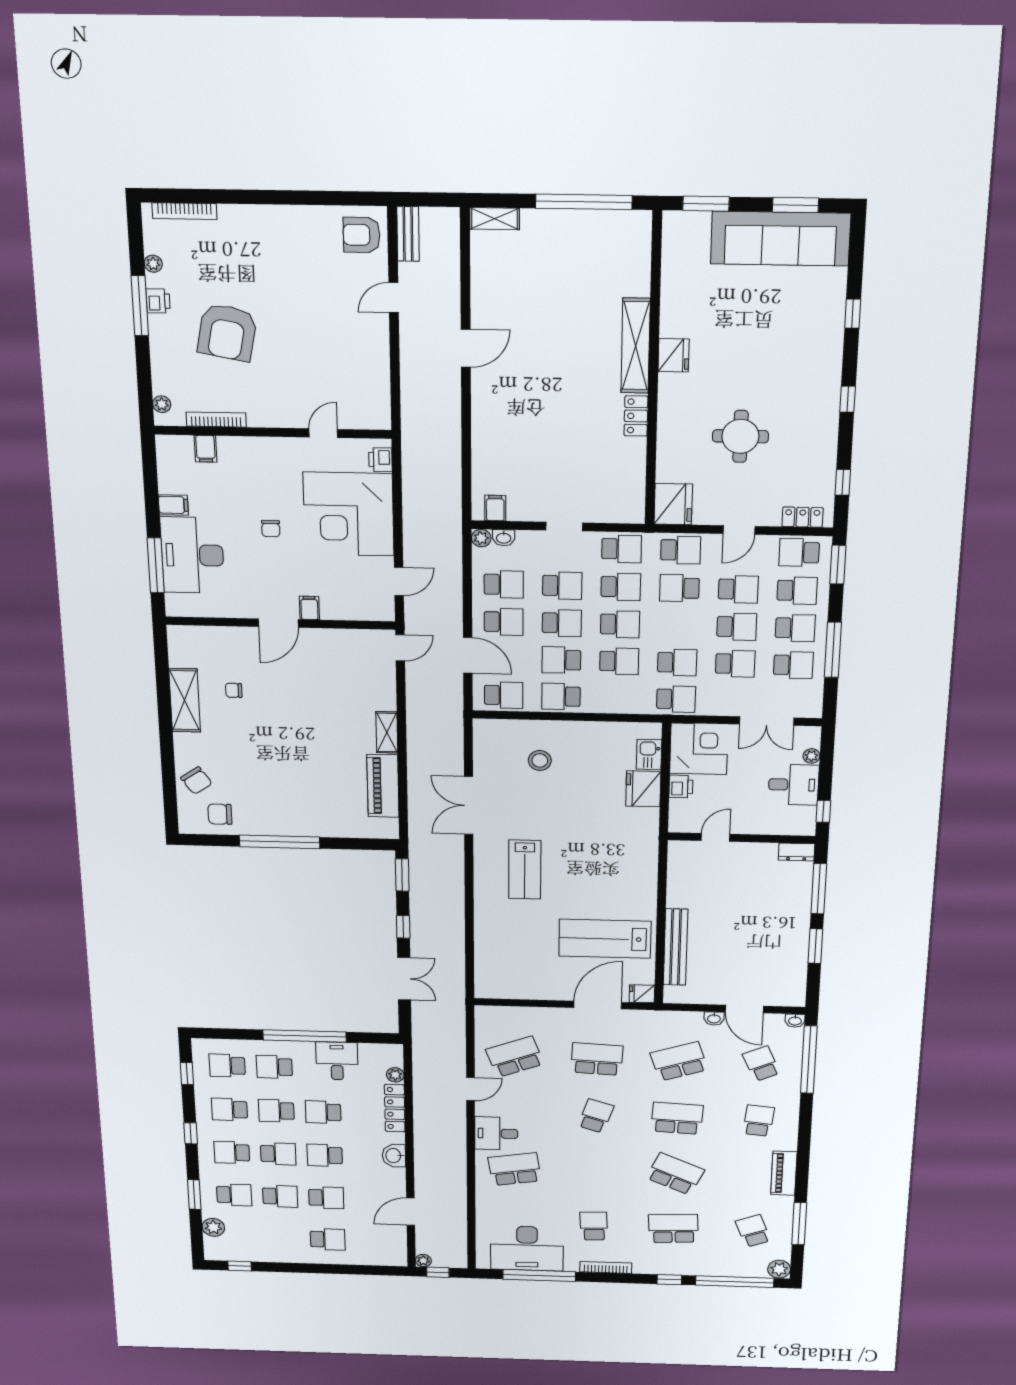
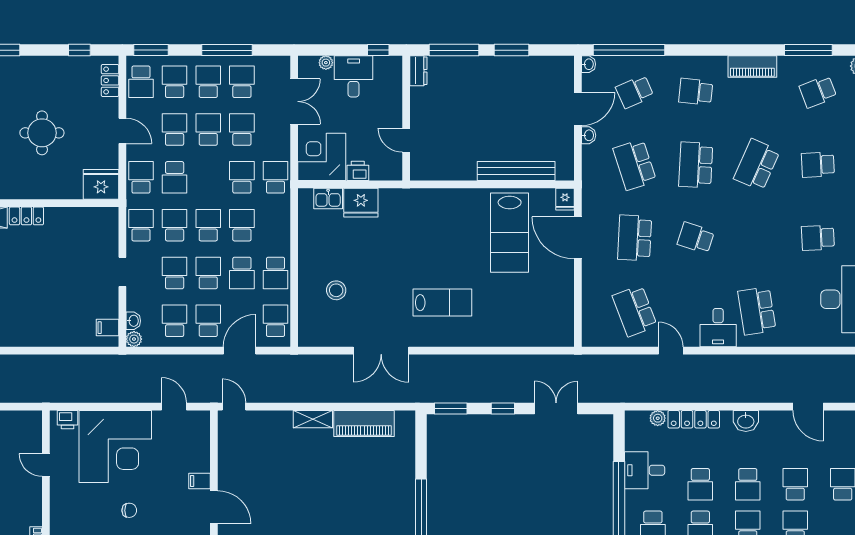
school desk: (673, 1228) -> (818, 165), width x0.54

